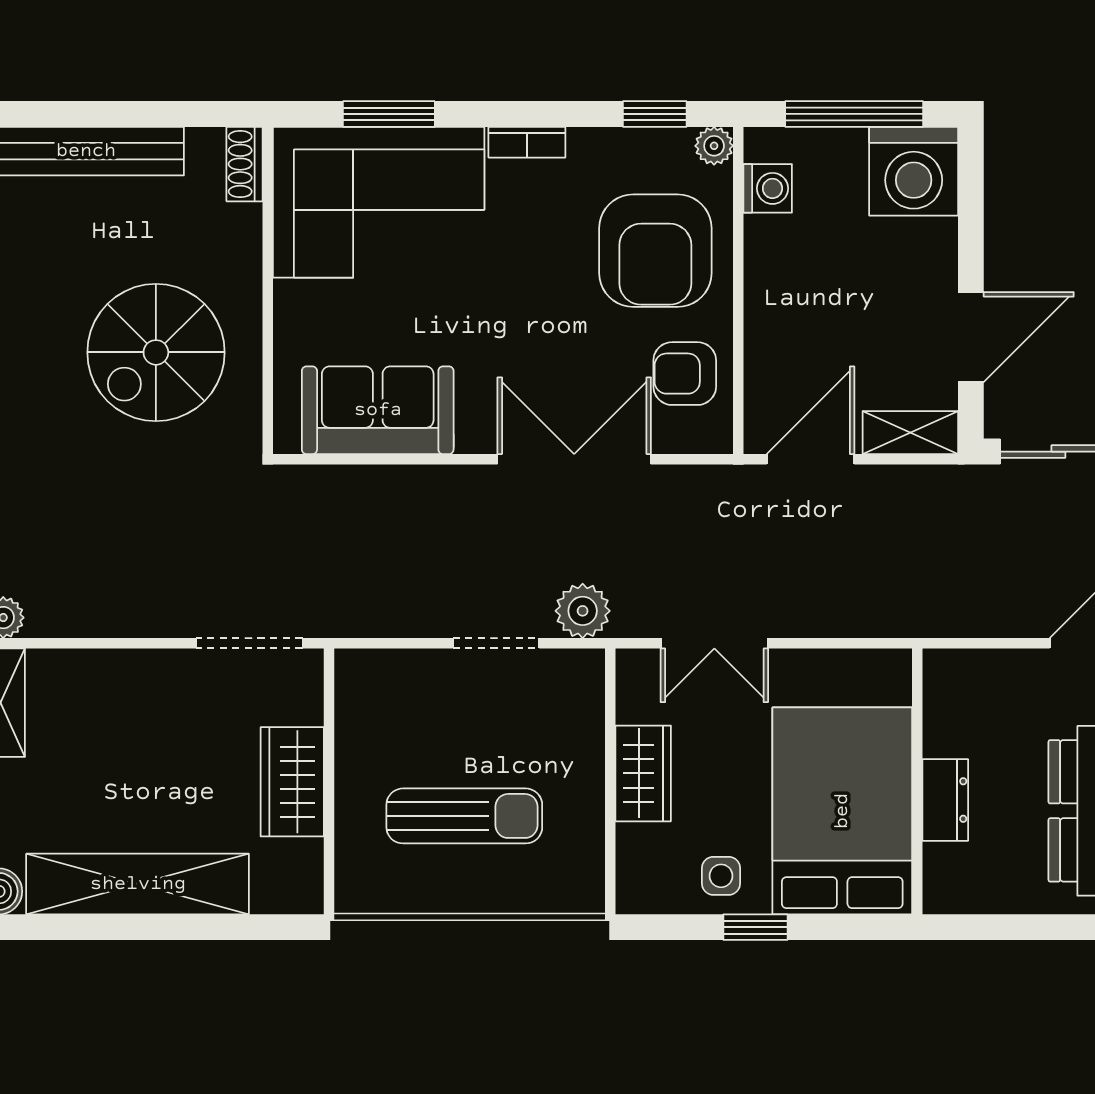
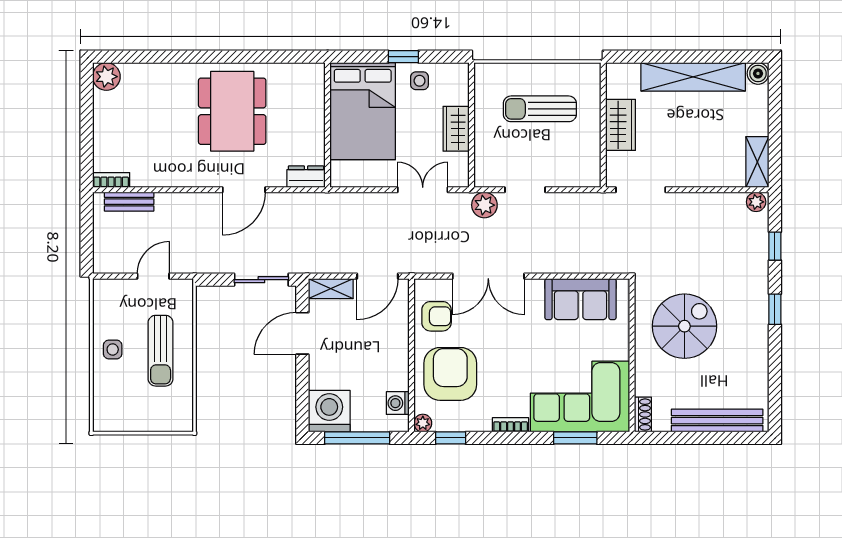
dresser: (945, 800) -> (306, 177), moved, turned 90

